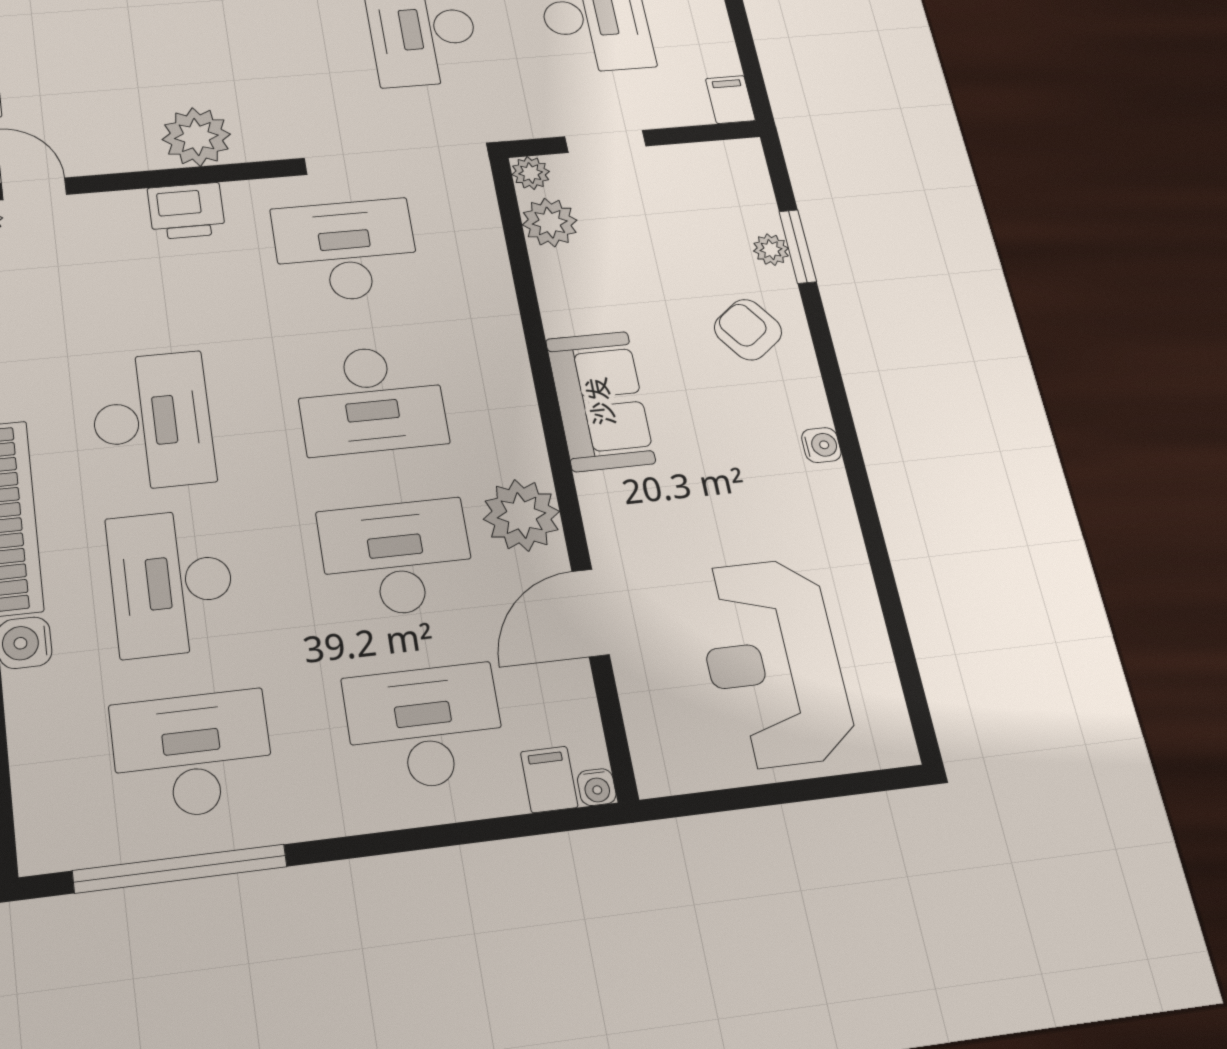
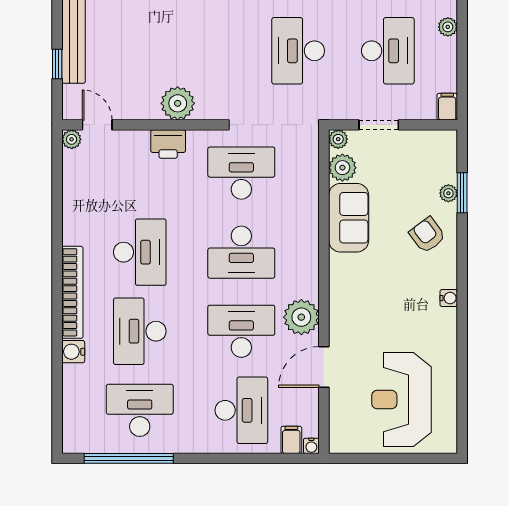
sofa: (600, 401) -> (349, 218), moved
desk: (425, 727) -> (241, 410), turned 90

